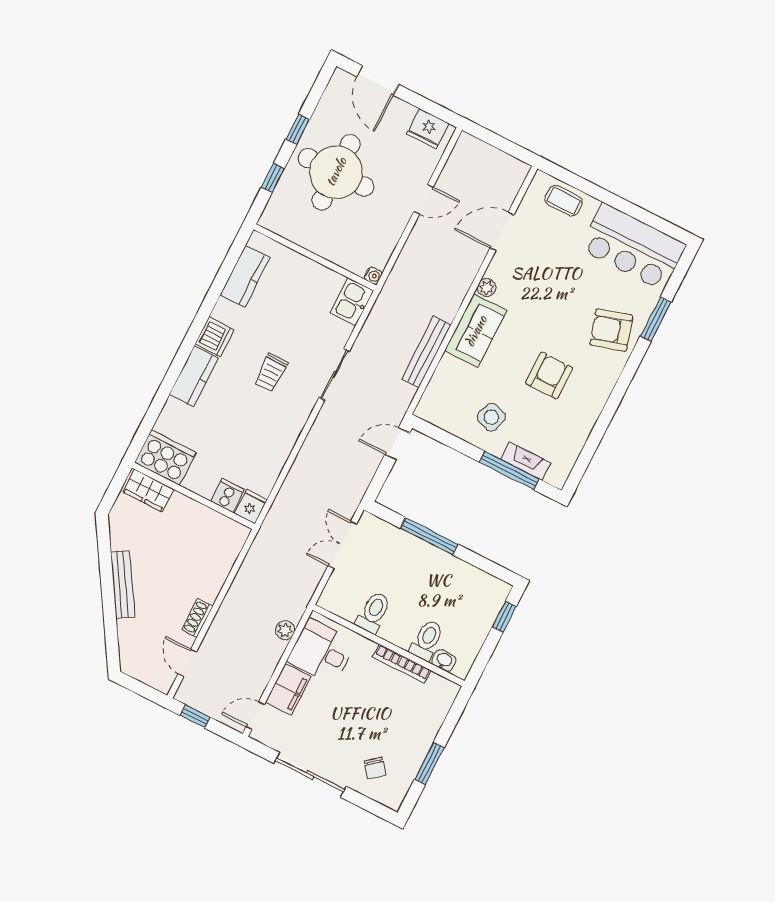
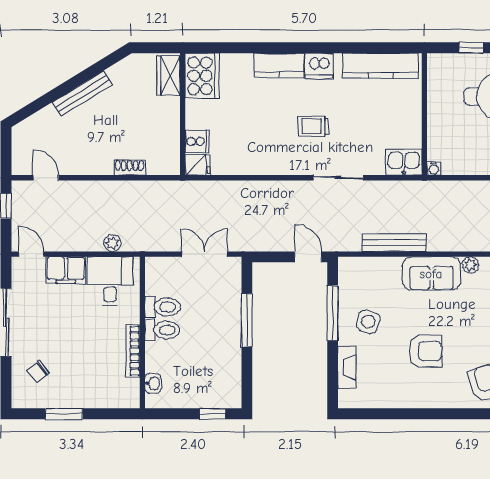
kitchen counter: (245, 276) -> (381, 66), width x1.50
window: (509, 471) -> (333, 313), moved
shoe rack: (197, 618) -> (130, 168), moved
toilet: (427, 640) -> (162, 330), moved
door: (187, 663) -> (46, 178), hinge flipped

